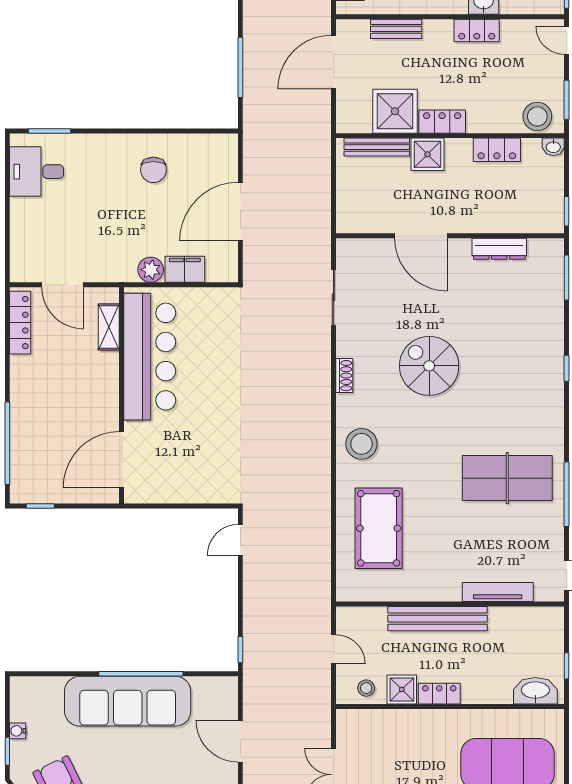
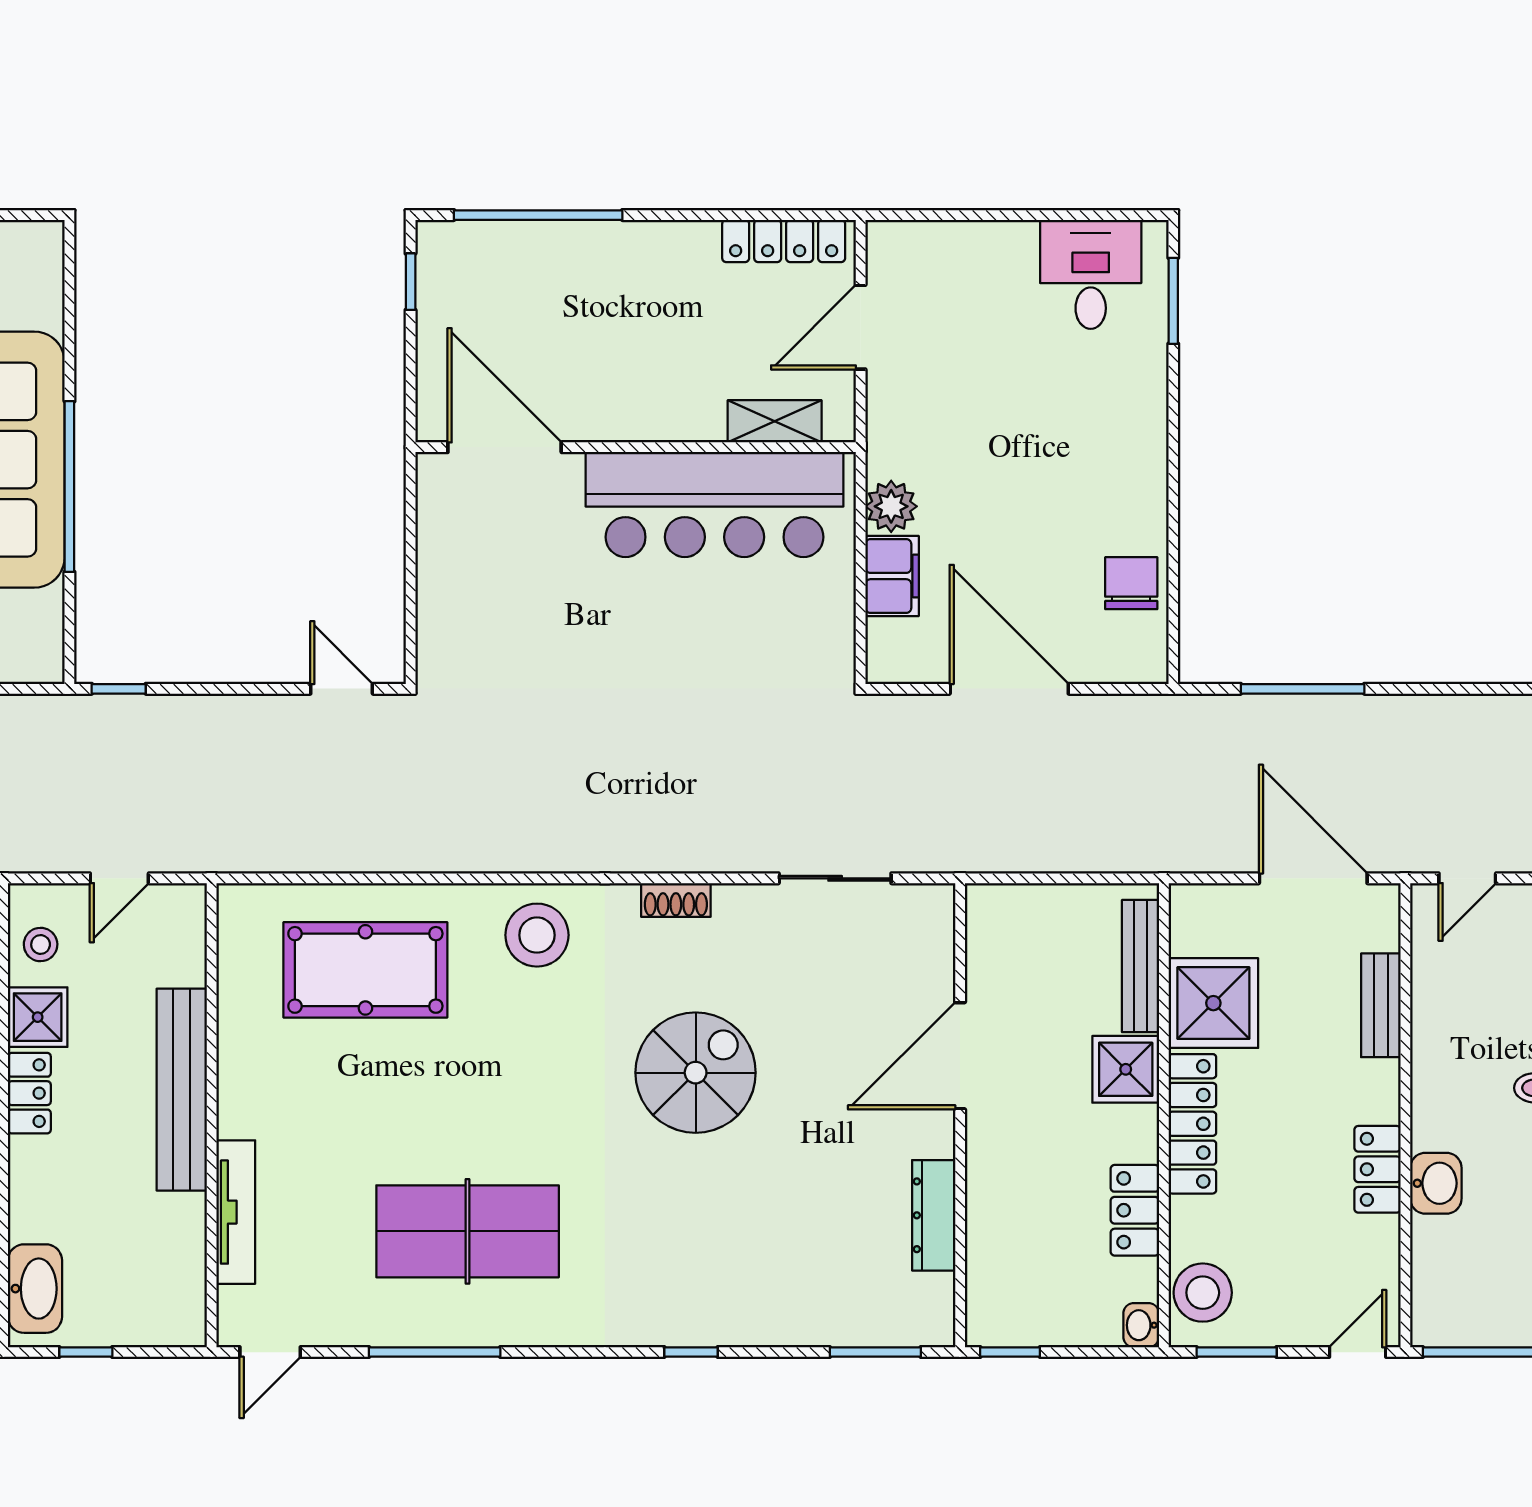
locker: (442, 122) -> (1192, 1124), width x1.53
chair: (153, 170) -> (1131, 583), moved, turned 90
table tennis table: (507, 478) -> (468, 1231), turned 90

